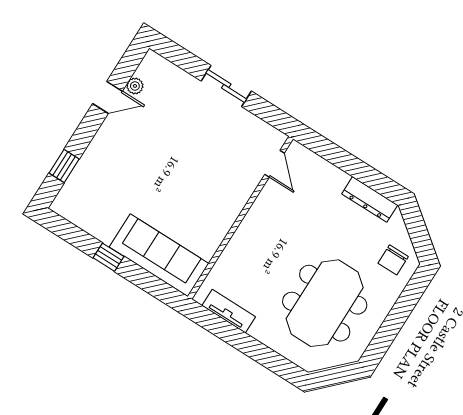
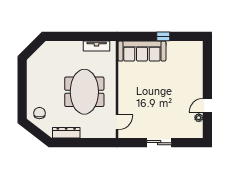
door: (275, 164) -> (117, 122), swing flipped
window: (64, 166) -> (207, 64), removed
meeting table: (325, 303) -> (84, 92), moved

